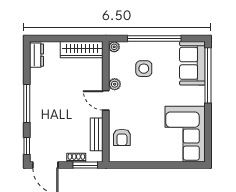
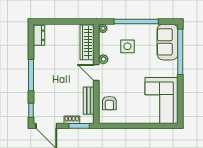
wardrobe: (82, 50) -> (87, 42), moved, turned 90

